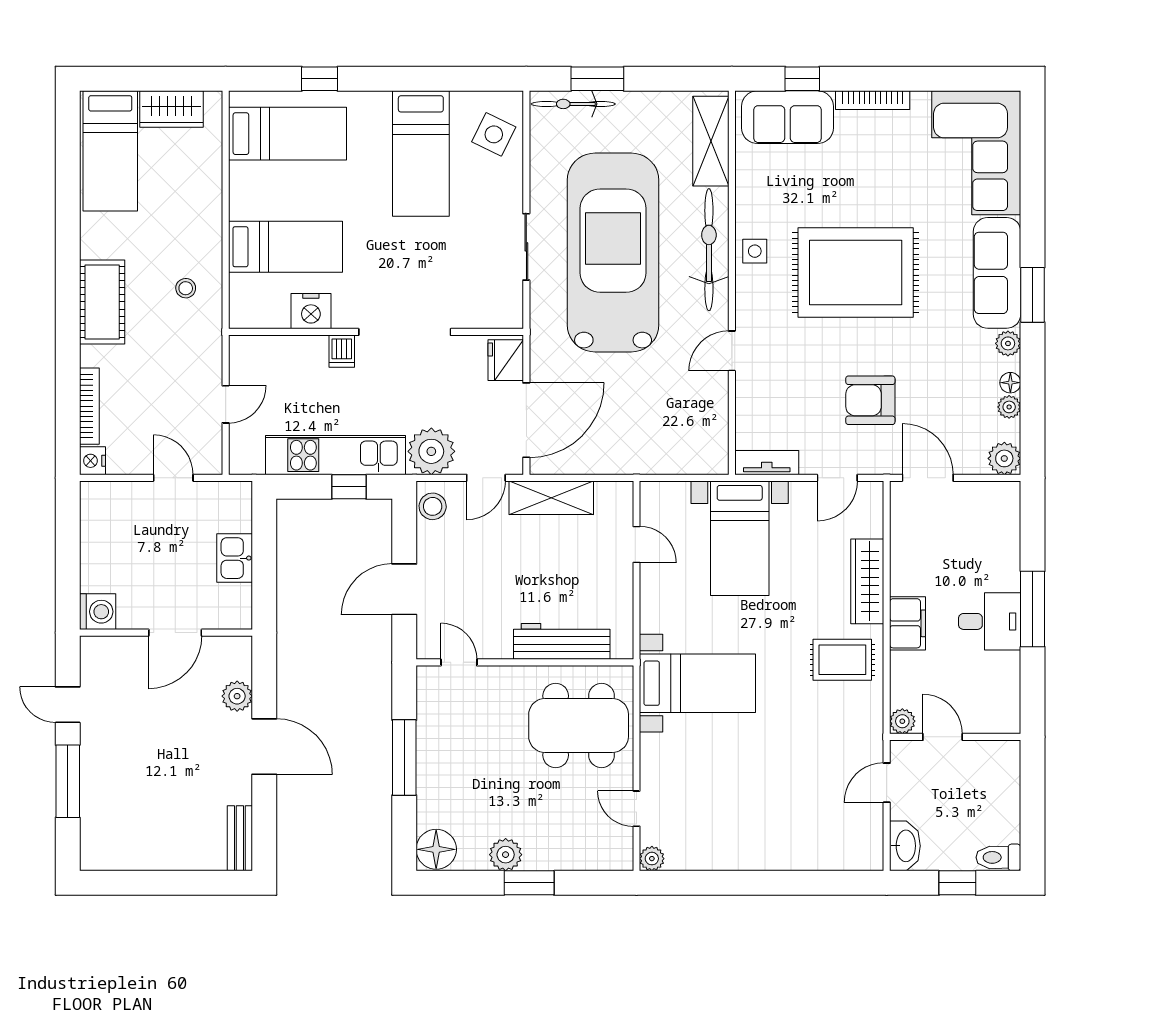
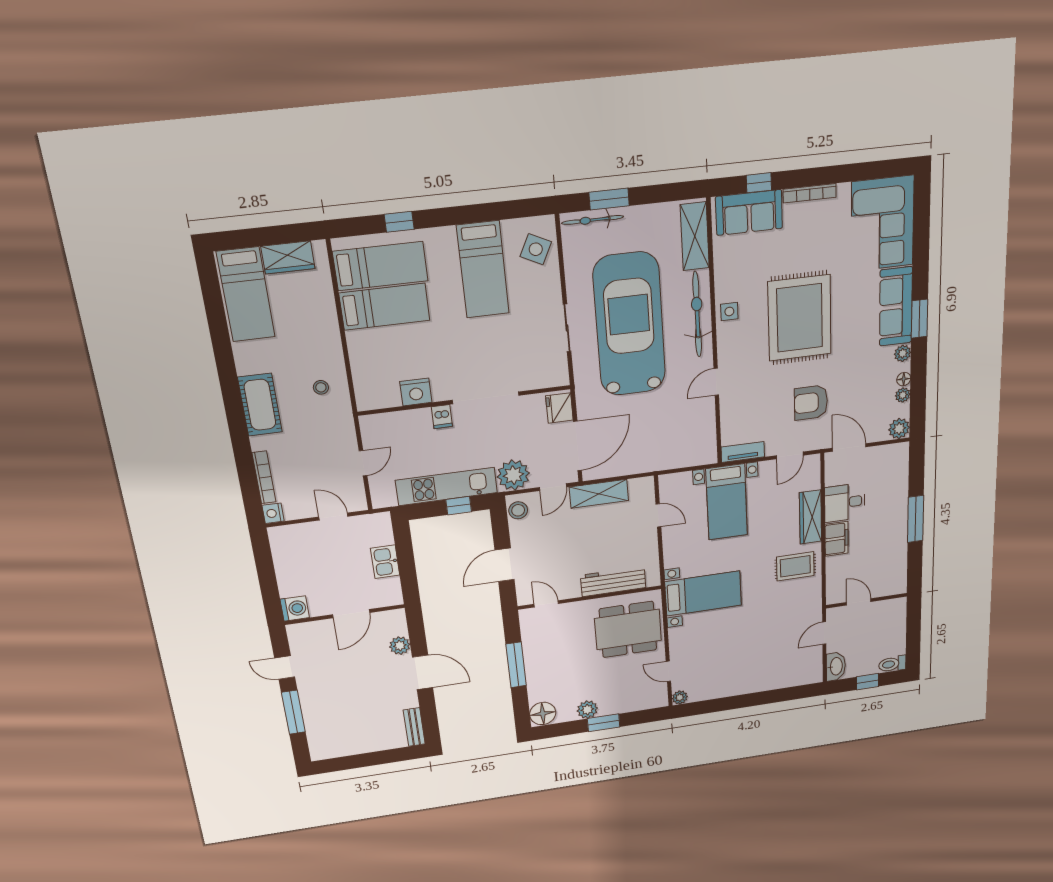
bed: (285, 247) -> (385, 307), moved
rug: (856, 272) -> (800, 318), turned 90
desk: (990, 621) -> (845, 503), moved, turned 180
plant: (902, 721) -> (834, 597), removed

